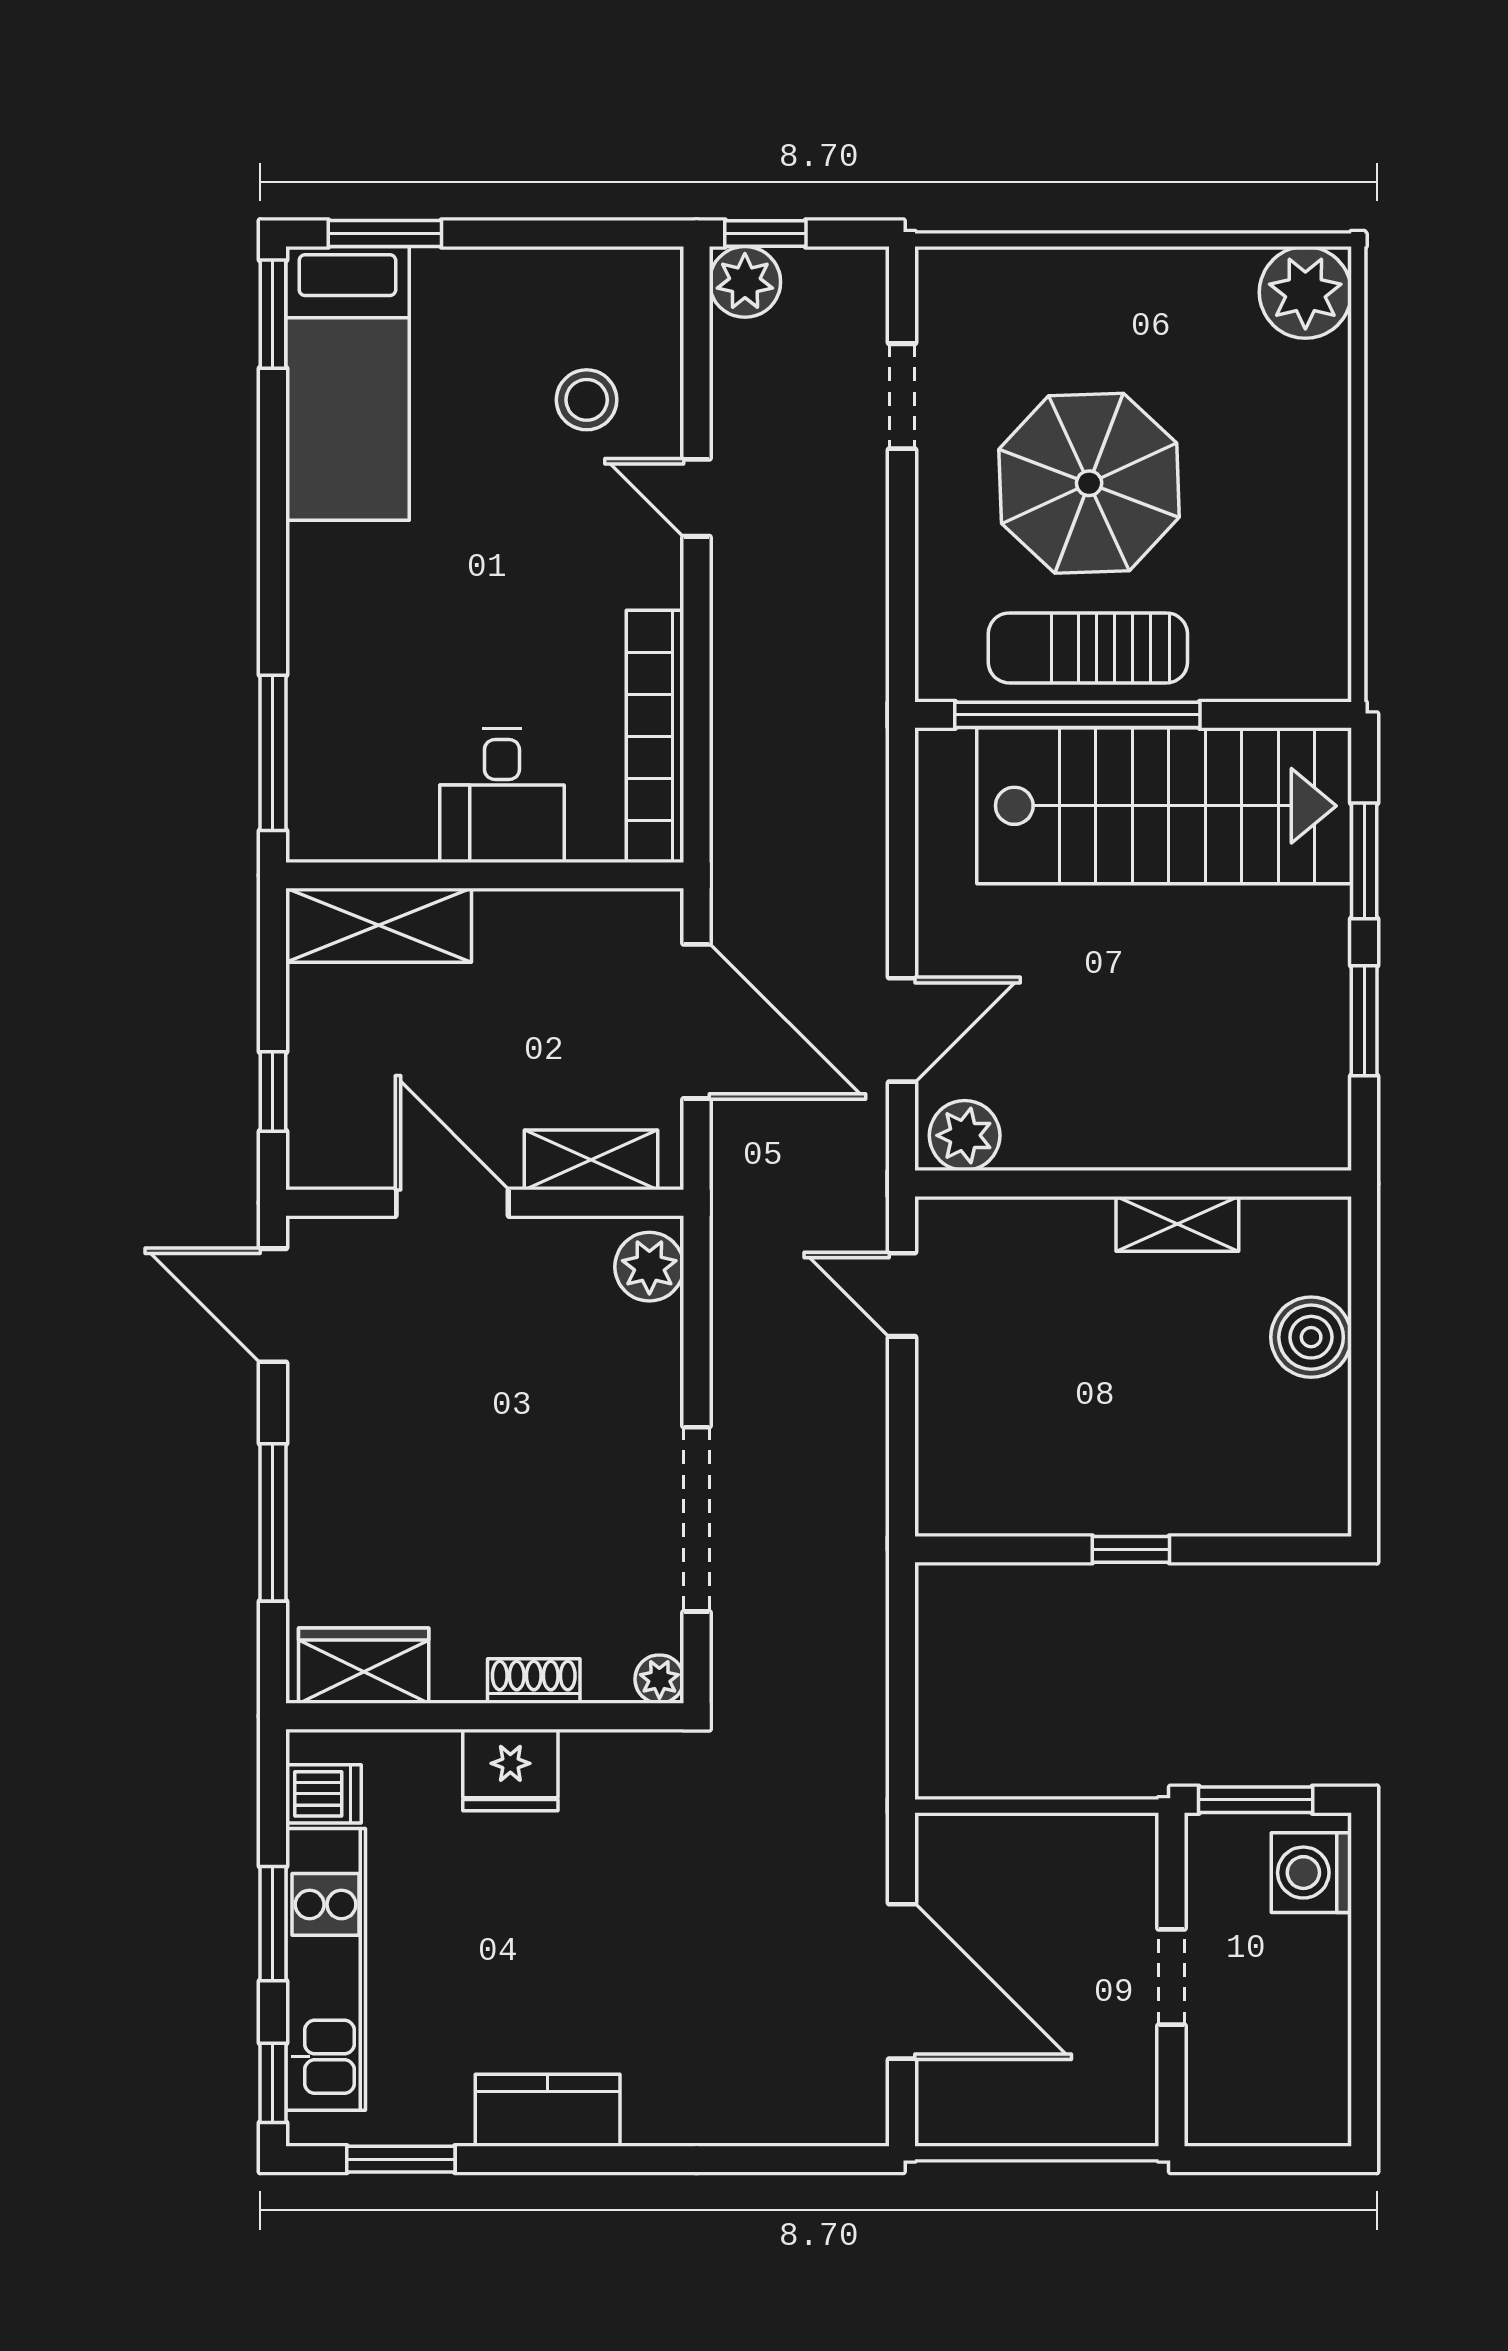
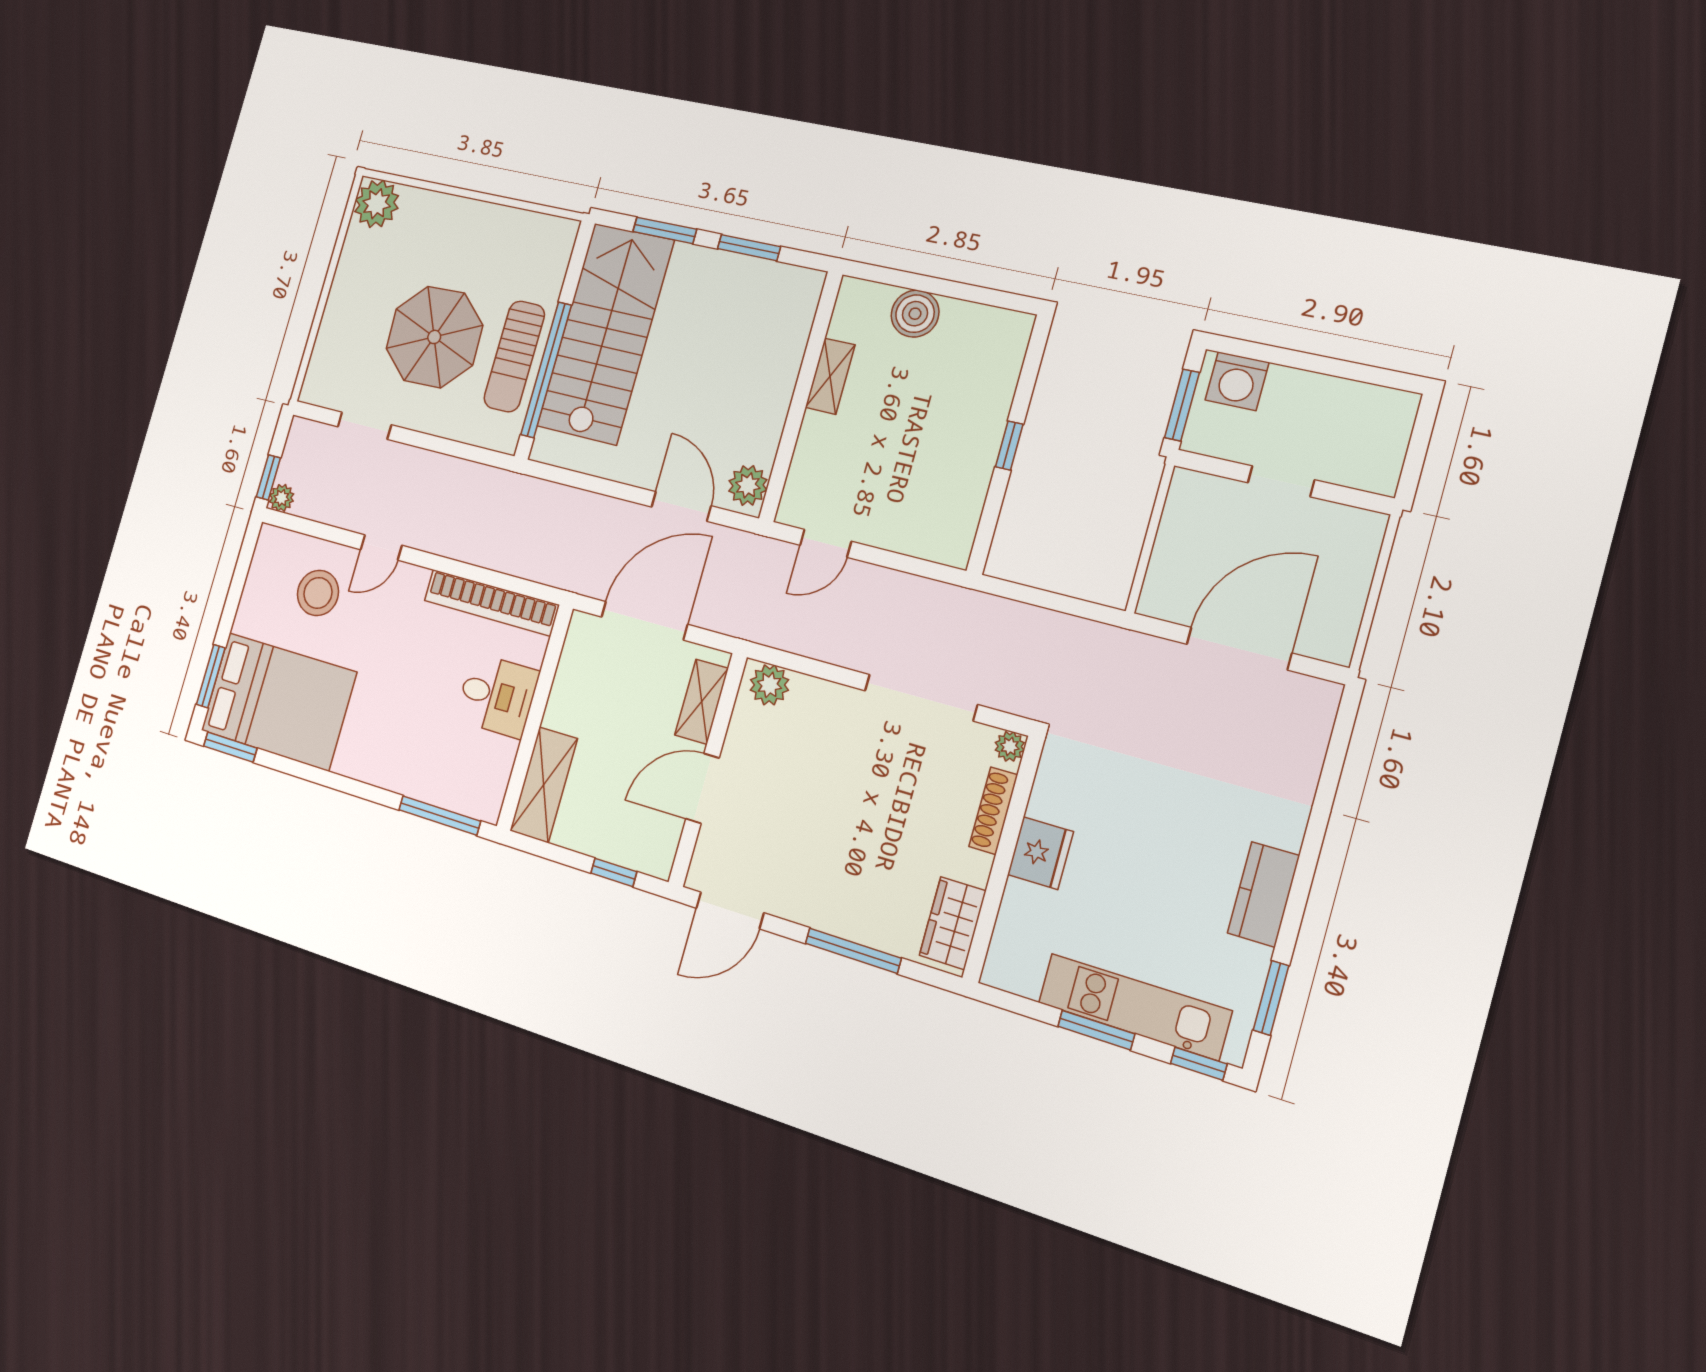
plant: (745, 282) -> (282, 498), width x0.73, depth x0.73
bed: (347, 383) -> (278, 701), width x1.50
stool: (587, 400) -> (318, 593), width x1.38, depth x1.38
shoe rack: (534, 1681) -> (993, 811), width x1.43
dishwasher: (323, 1794) -> (1024, 973), removed

